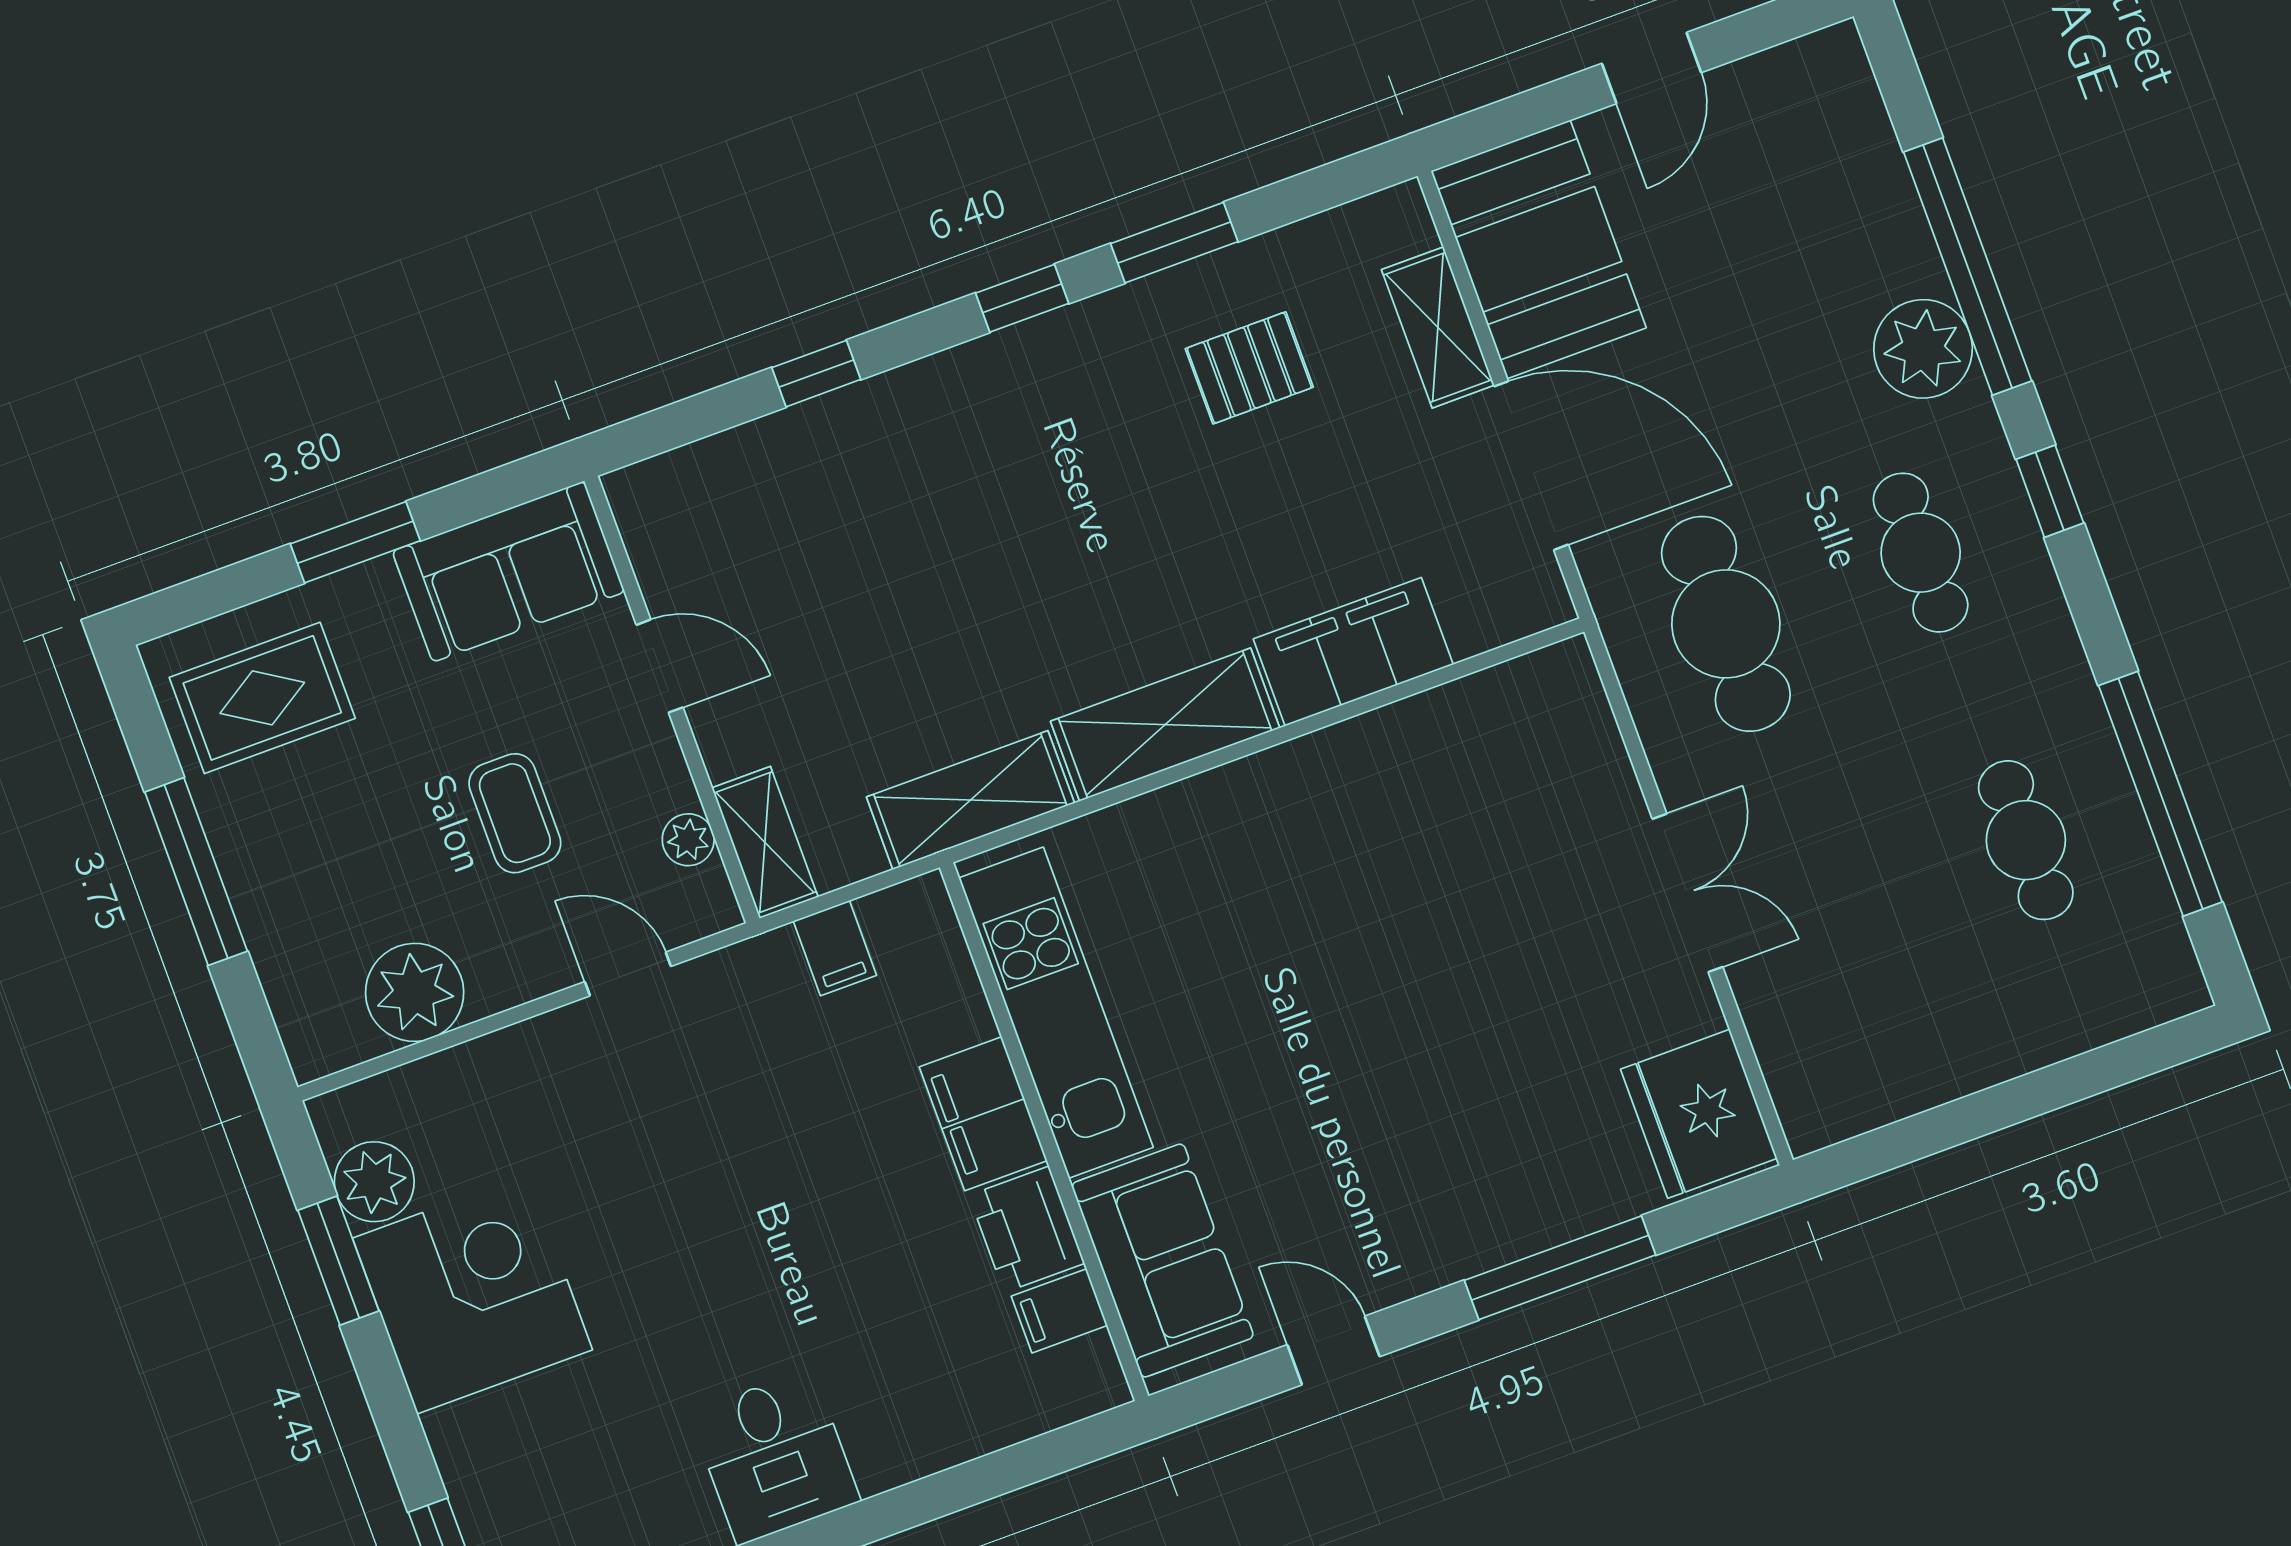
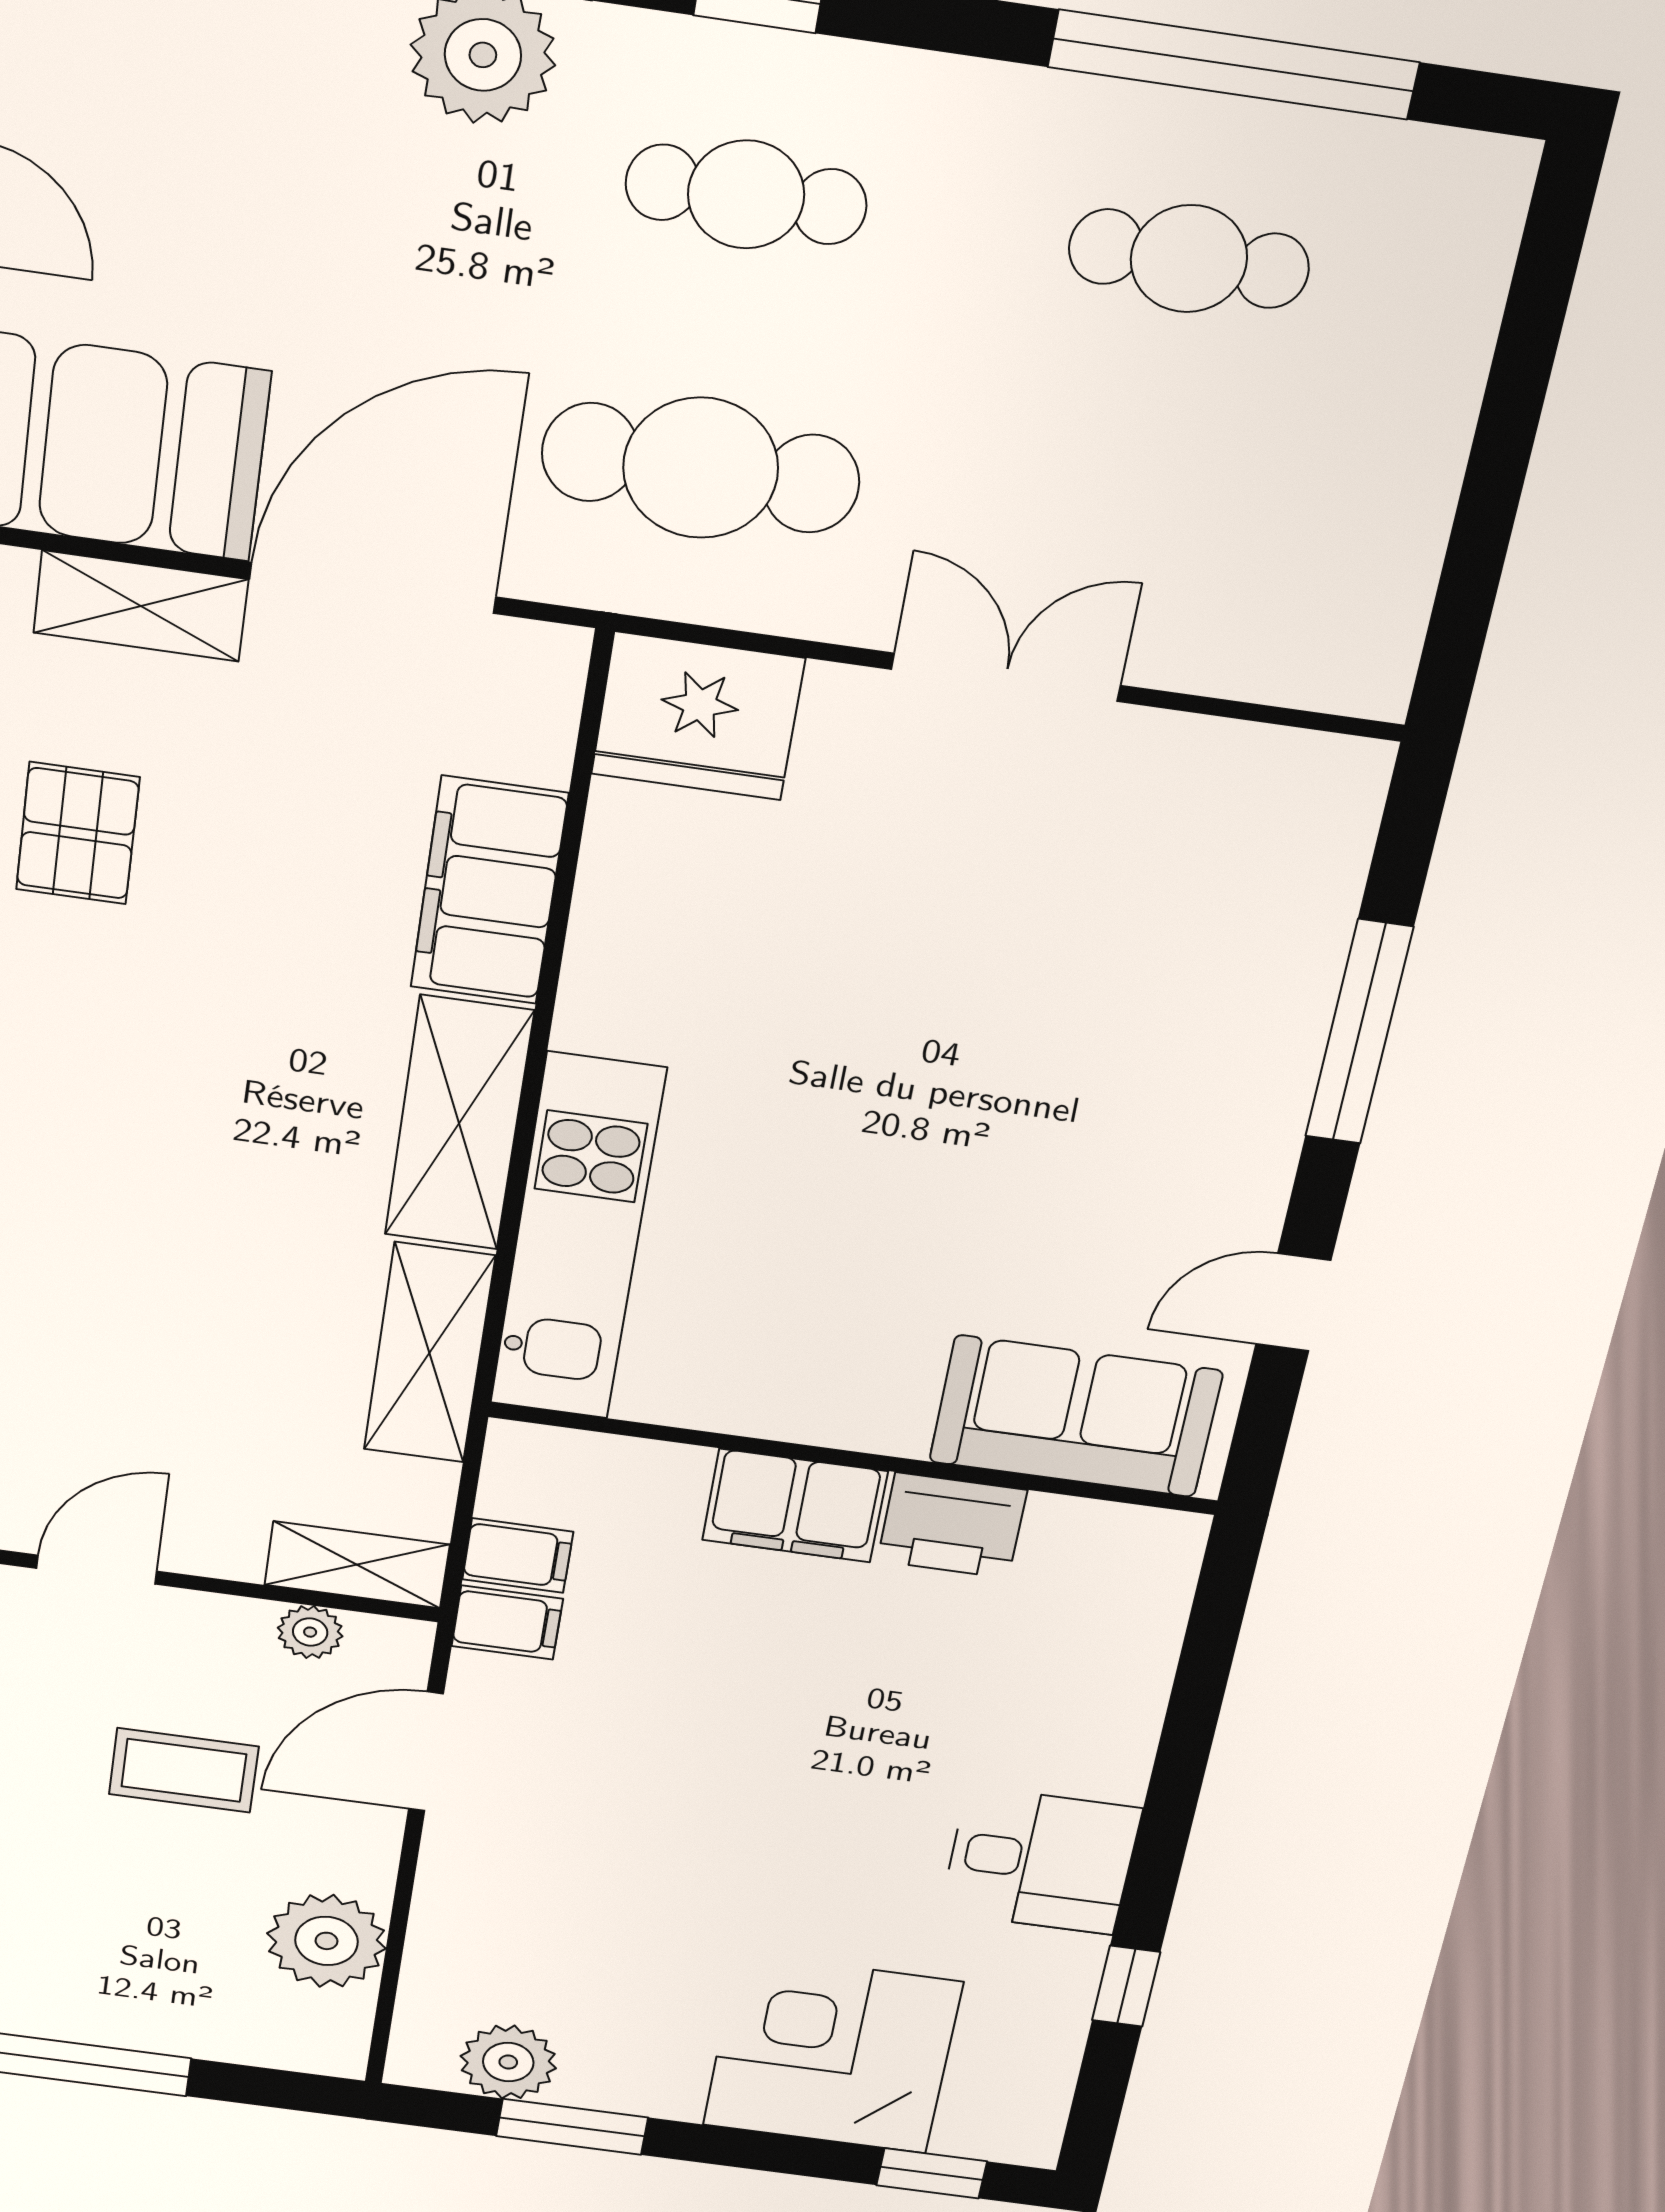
door: (628, 974) -> (426, 1752), width x1.38
kitchen unit: (1056, 1013) -> (577, 1238), moved, turned 90
fridge: (1699, 1114) -> (698, 716), moved
corner desk: (473, 1294) -> (832, 2054), moved
filing cabinet: (1059, 1311) -> (507, 1623), moved, turned -90

